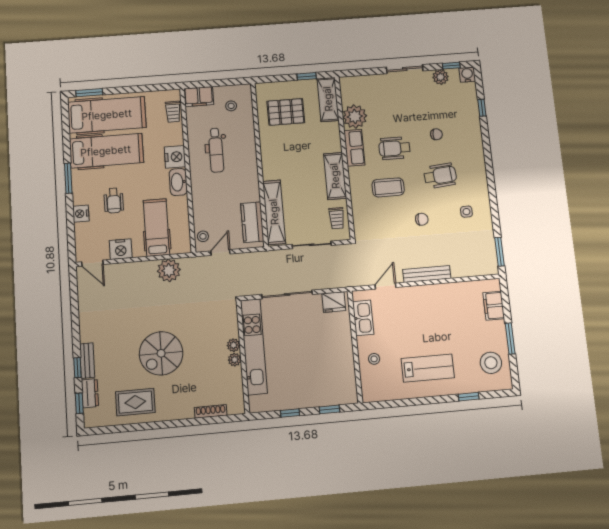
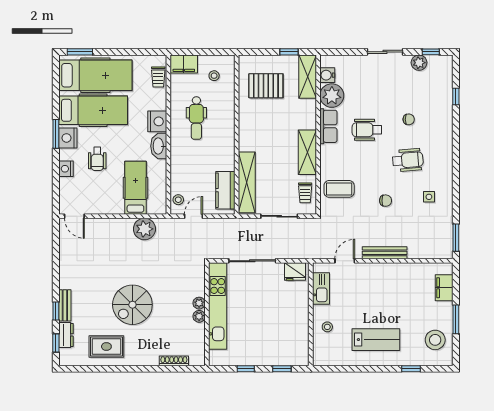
water cooler: (467, 75) -> (327, 75), moved, turned -90
coffee table: (388, 187) -> (339, 189), moved
nightstand: (121, 249) -> (68, 138), moved, turned 90

